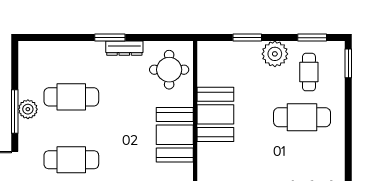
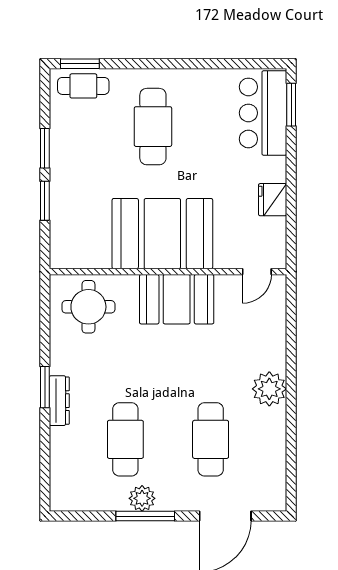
window: (312, 38) -> (45, 148), moved
dresser: (124, 48) -> (59, 401), moved
plant: (275, 54) -> (67, 163), removed
cafe table: (309, 72) -> (83, 86), moved
booth: (215, 114) -> (162, 234), width x1.36, depth x1.42

